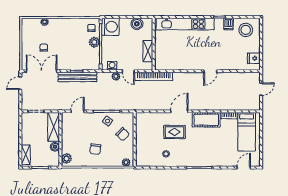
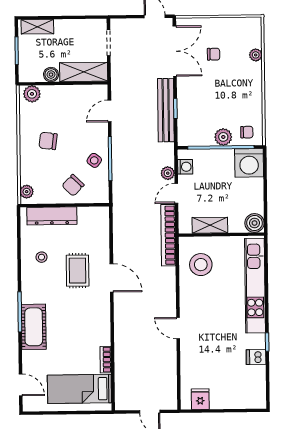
boiler: (137, 24) -> (255, 223), moved
stool: (246, 30) -> (201, 265), moved
door: (78, 111) -> (110, 111), swing flipped
cot: (206, 120) -> (34, 327), moved
dresser: (141, 147) -> (52, 216), added

